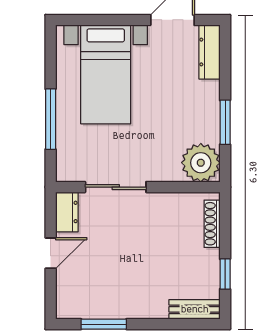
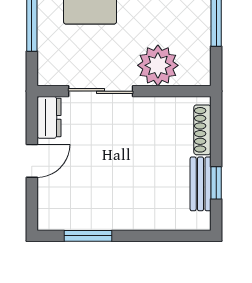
plant: (201, 163) -> (158, 65), moved
bench: (195, 309) -> (201, 184), moved, turned 90

